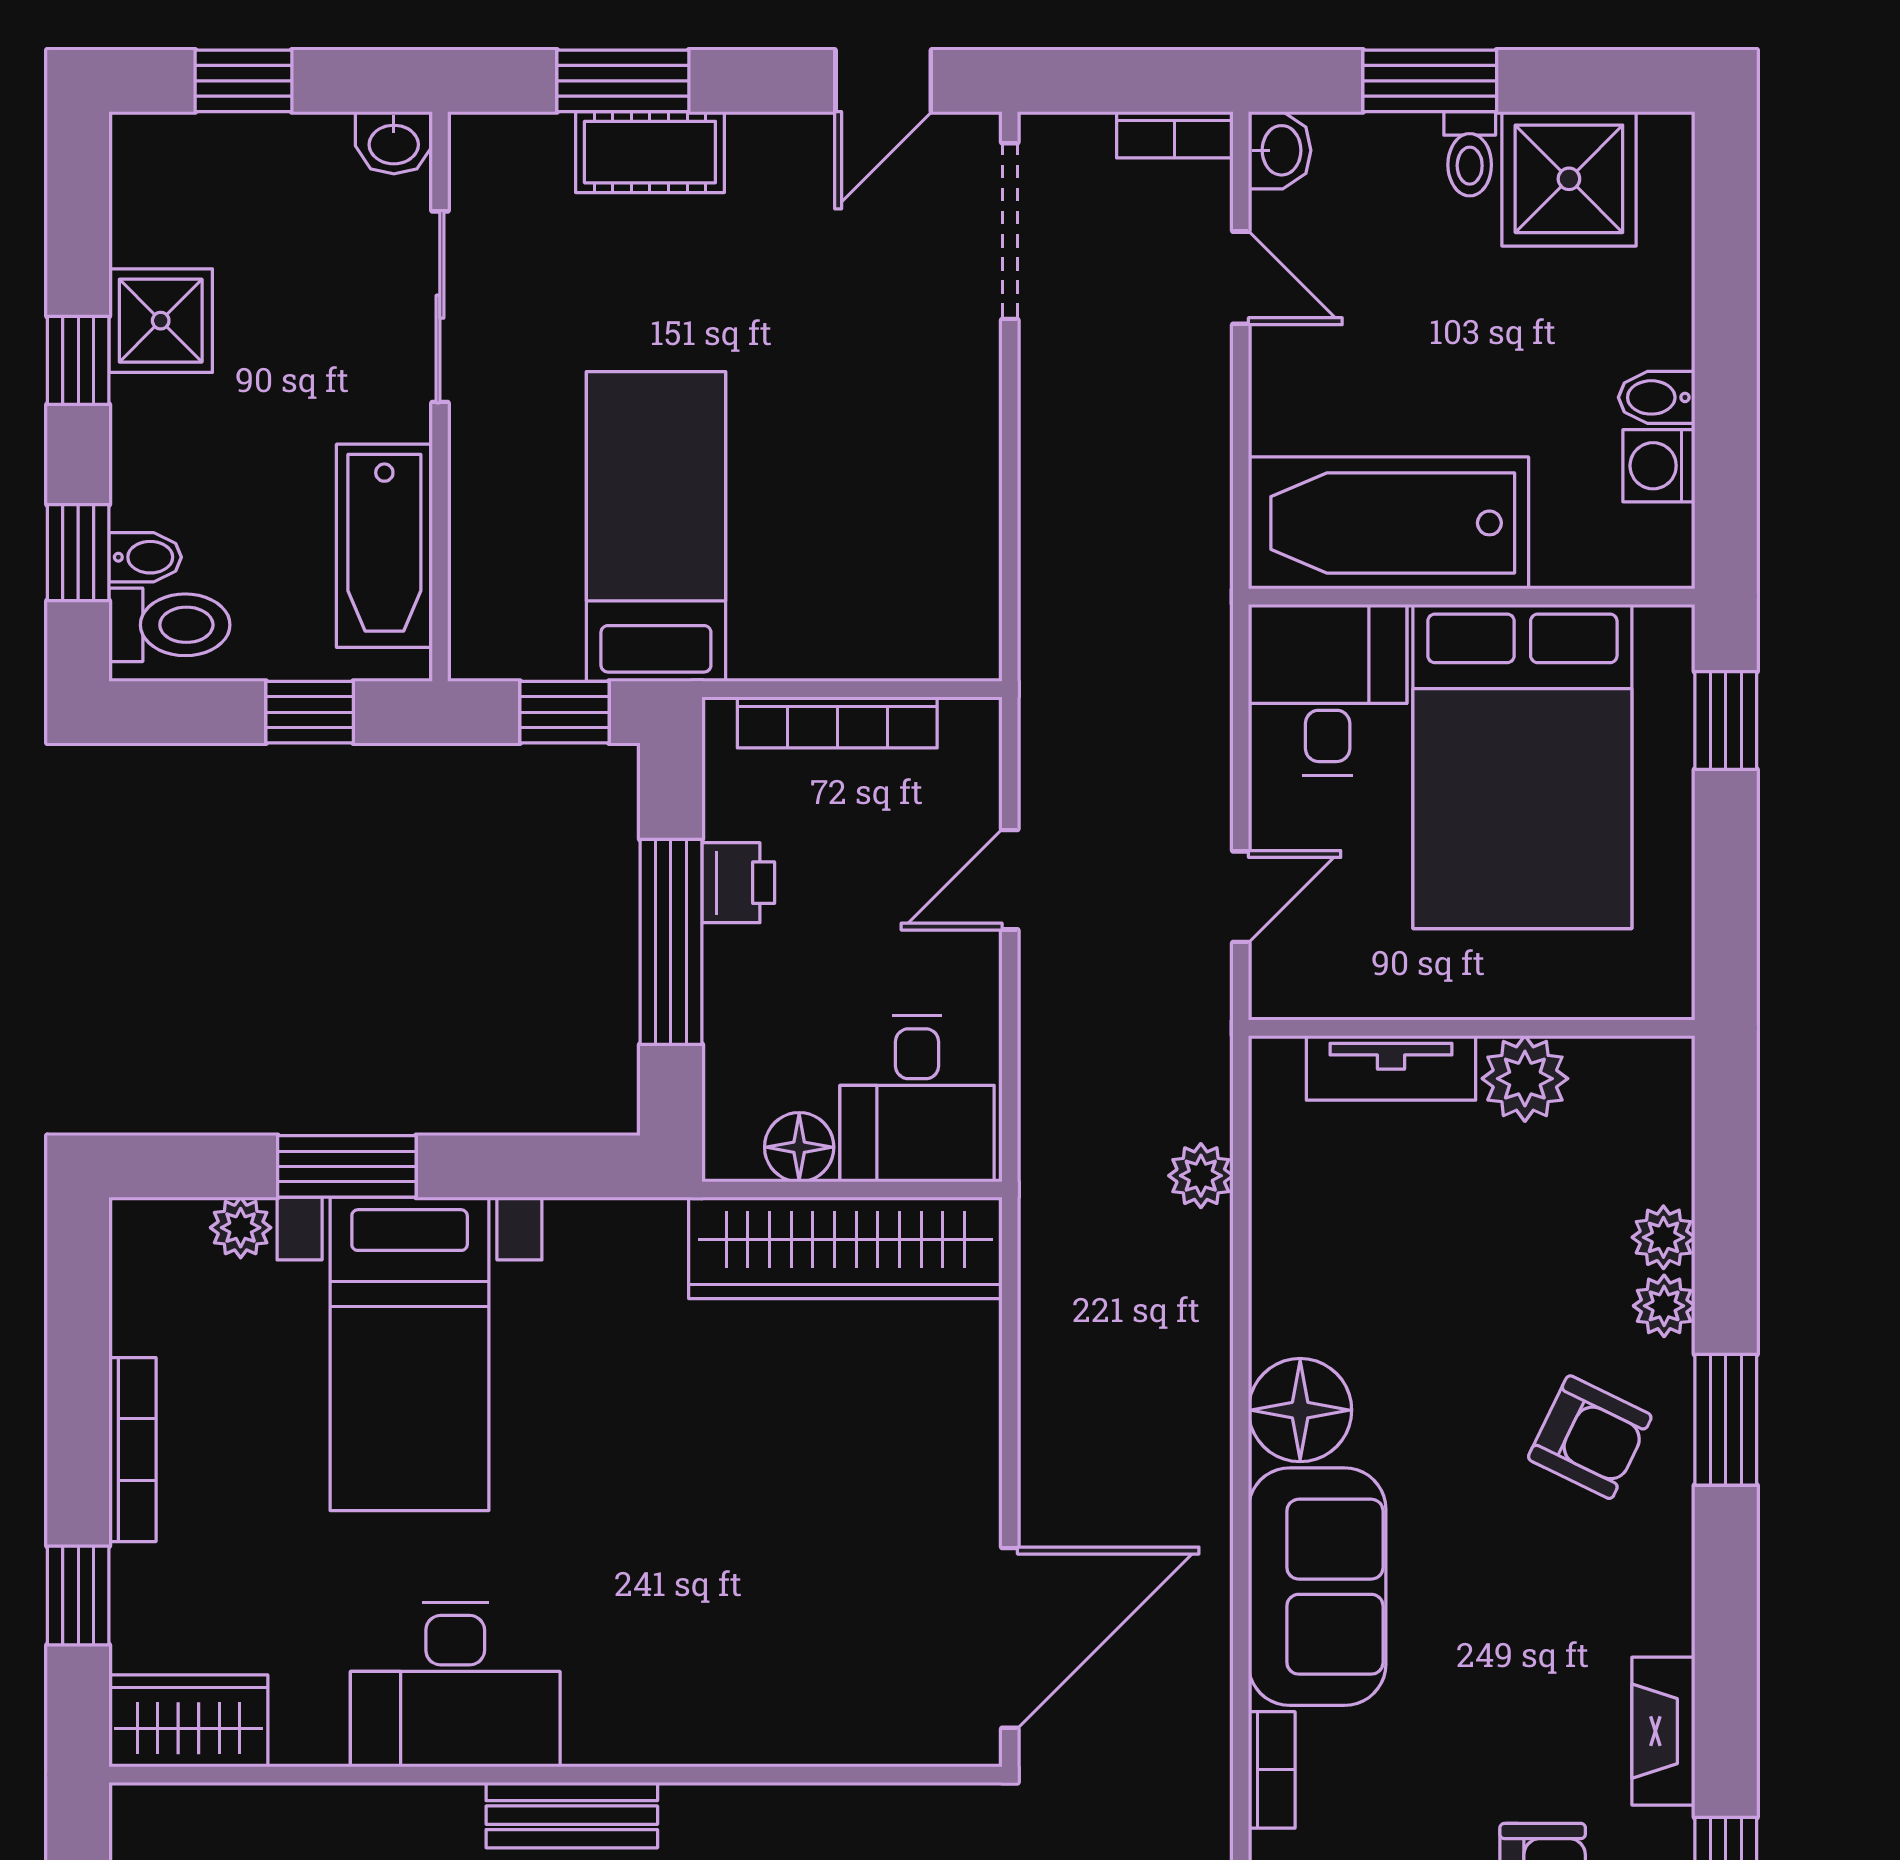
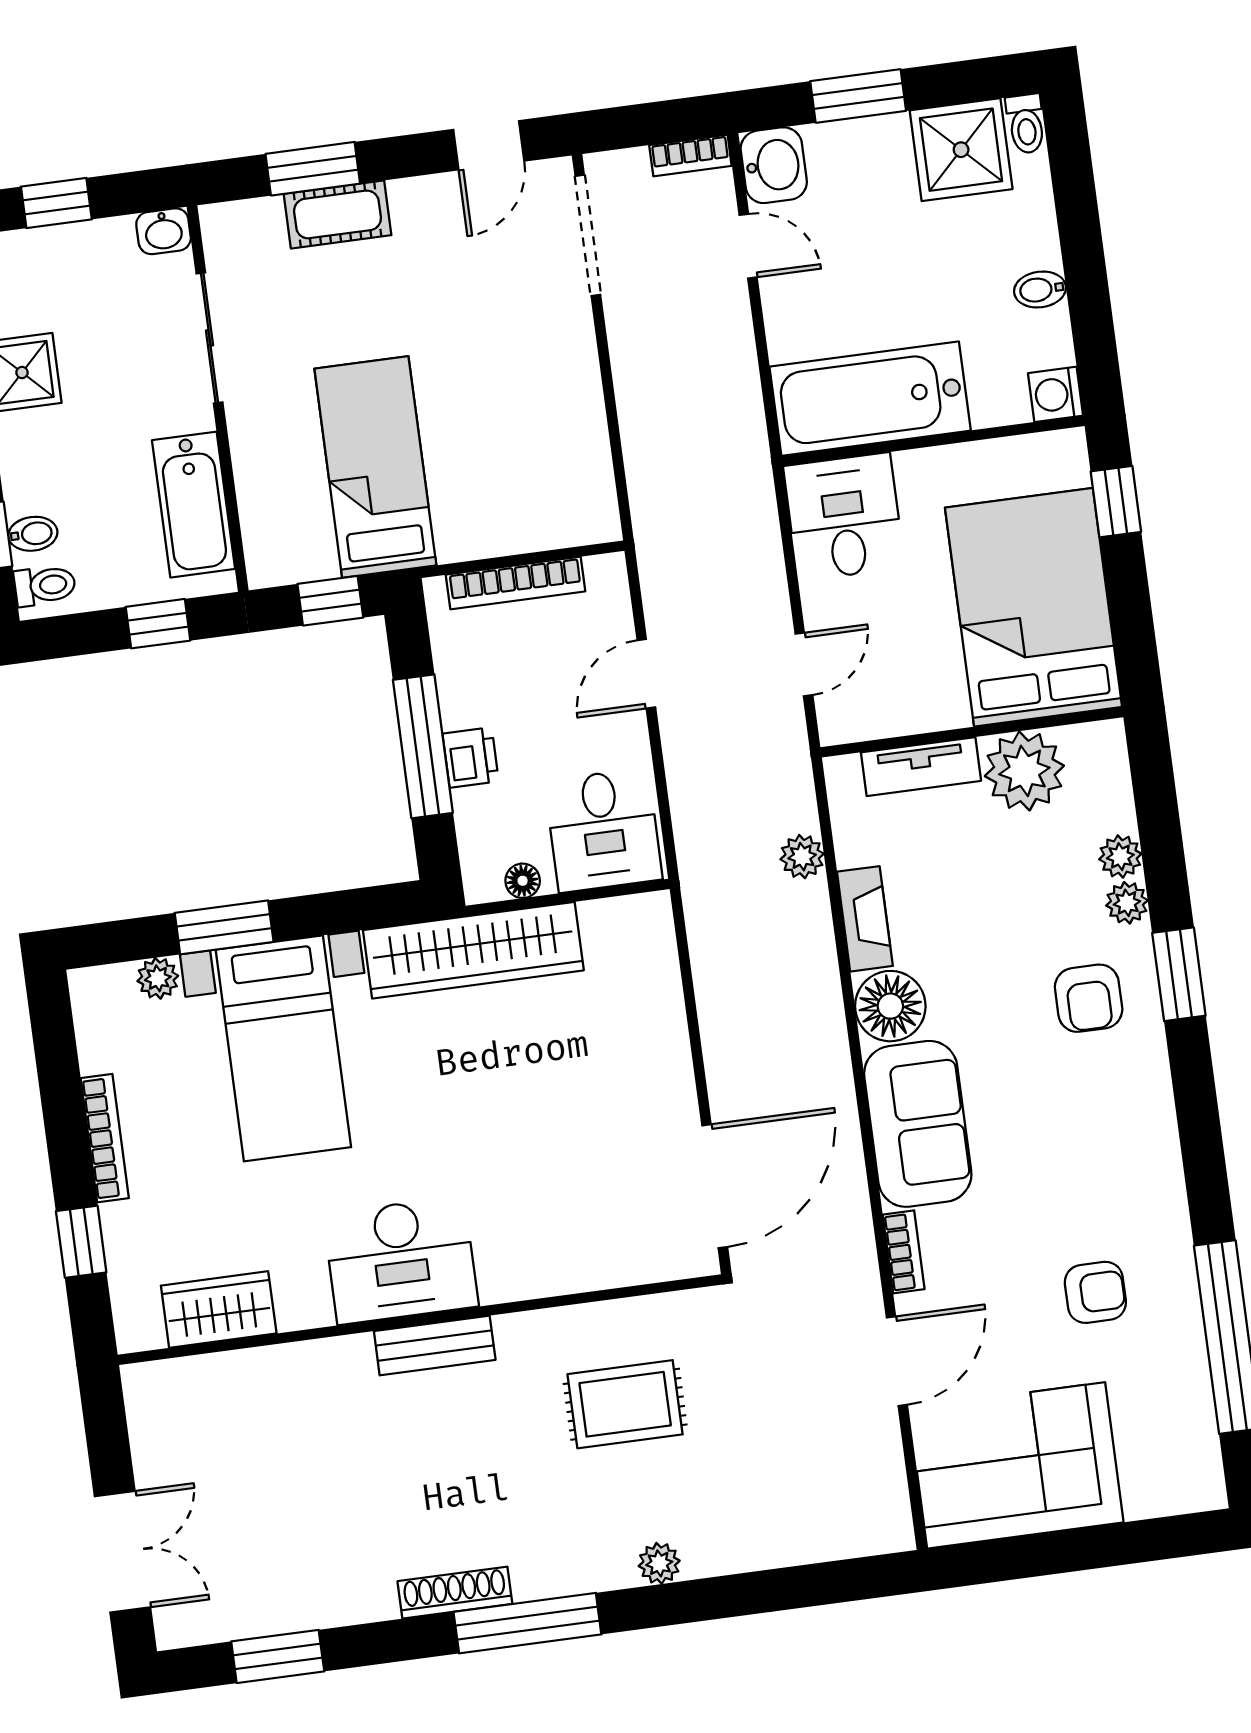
washbasin: (1280, 150) -> (774, 165), width x1.38, depth x1.45
toilet: (1470, 154) -> (1026, 124), moved
washing machine: (1659, 466) -> (1056, 394), moved
toilet: (169, 625) -> (45, 586), width x0.73, depth x0.72
bed: (1522, 766) -> (1033, 607), moved, turned 180
printer: (738, 883) -> (471, 757), moved
plant: (1525, 1079) -> (1024, 771), width x1.36, depth x1.36
floor lamp: (799, 1147) -> (523, 881), width x0.73, depth x0.73
wardrobe: (845, 1248) -> (473, 950), moved
armchair: (1590, 1437) -> (1089, 998), turned 64
desk: (455, 1685) -> (401, 1260), moved
wardrobe: (188, 1721) -> (219, 1310), moved
fireplace: (1663, 1731) -> (865, 919), moved, turned 180

